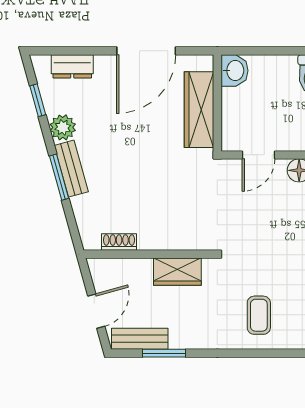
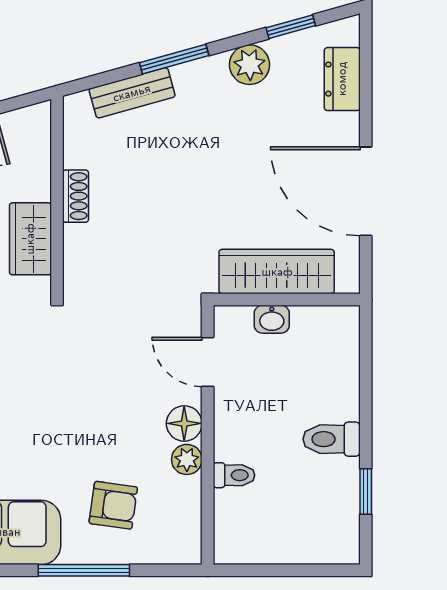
washbasin: (234, 71) -> (272, 319), moved, width x0.72, depth x0.69
bench: (71, 169) -> (132, 93), moved
shoe rack: (119, 242) -> (76, 196), moved

